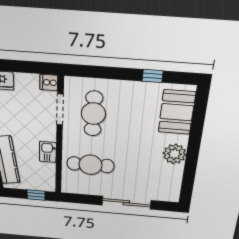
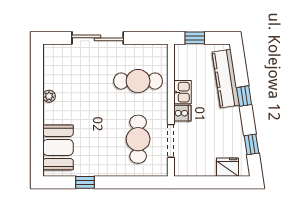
cooker: (49, 82) -> (182, 113), moved
plant: (175, 154) -> (49, 96), width x0.53, depth x0.53

